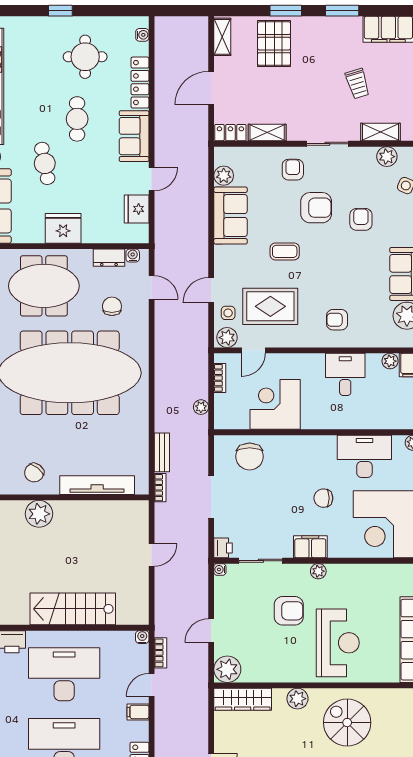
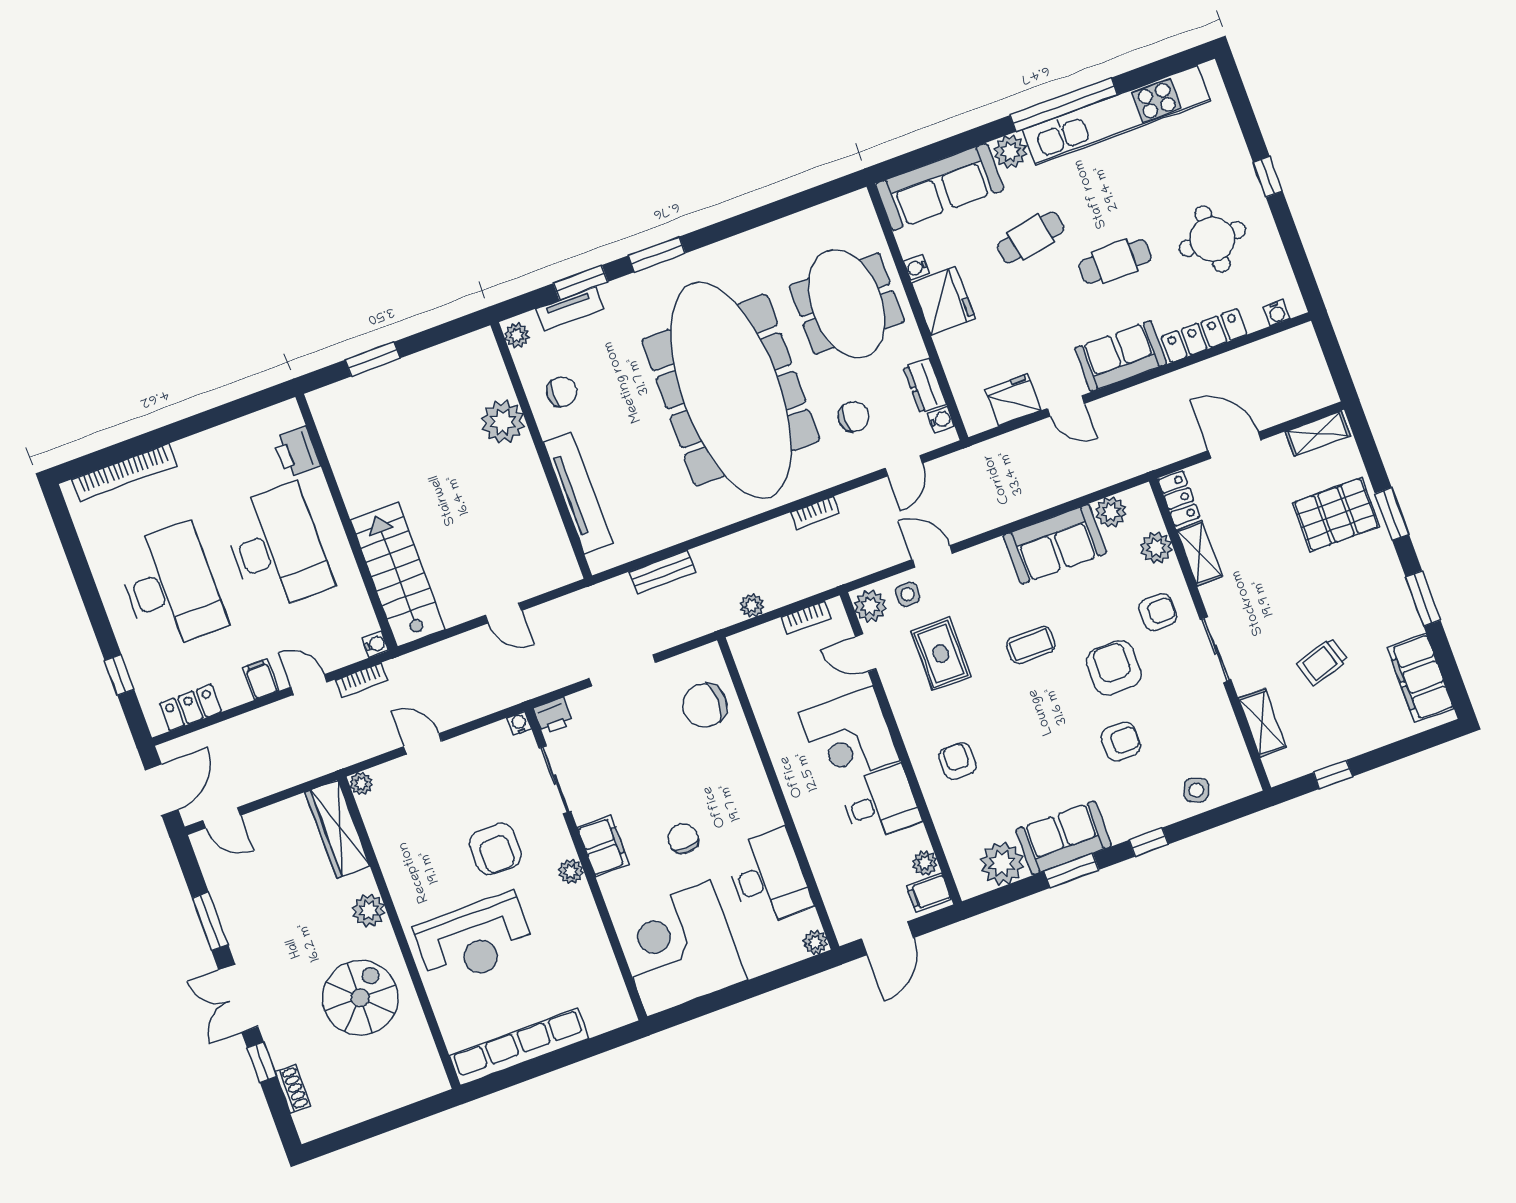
plant: (387, 157) -> (1156, 548), moved
armchair: (316, 208) -> (1114, 668), turned 180
water cooler: (38, 237) -> (916, 268), added
coffee table: (285, 251) -> (1031, 645), turned 90
rug: (270, 306) -> (941, 654), width x0.73, depth x0.70
corner desk: (275, 404) -> (849, 736), moved, turned 180
chair: (34, 473) -> (562, 392), turned 143
bookcase: (160, 488) -> (815, 513), moved
stairs: (73, 609) -> (398, 575), moved
plant: (227, 669) -> (361, 783), width x0.53, depth x0.53

